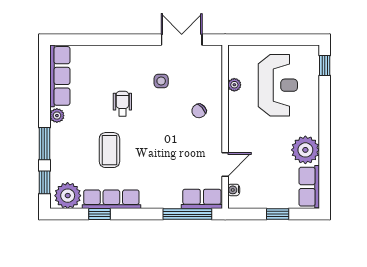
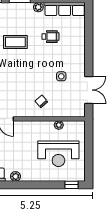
wheelchair: (122, 104) -> (50, 37), moved
plant: (305, 150) -> (15, 176), width x0.53, depth x0.53

